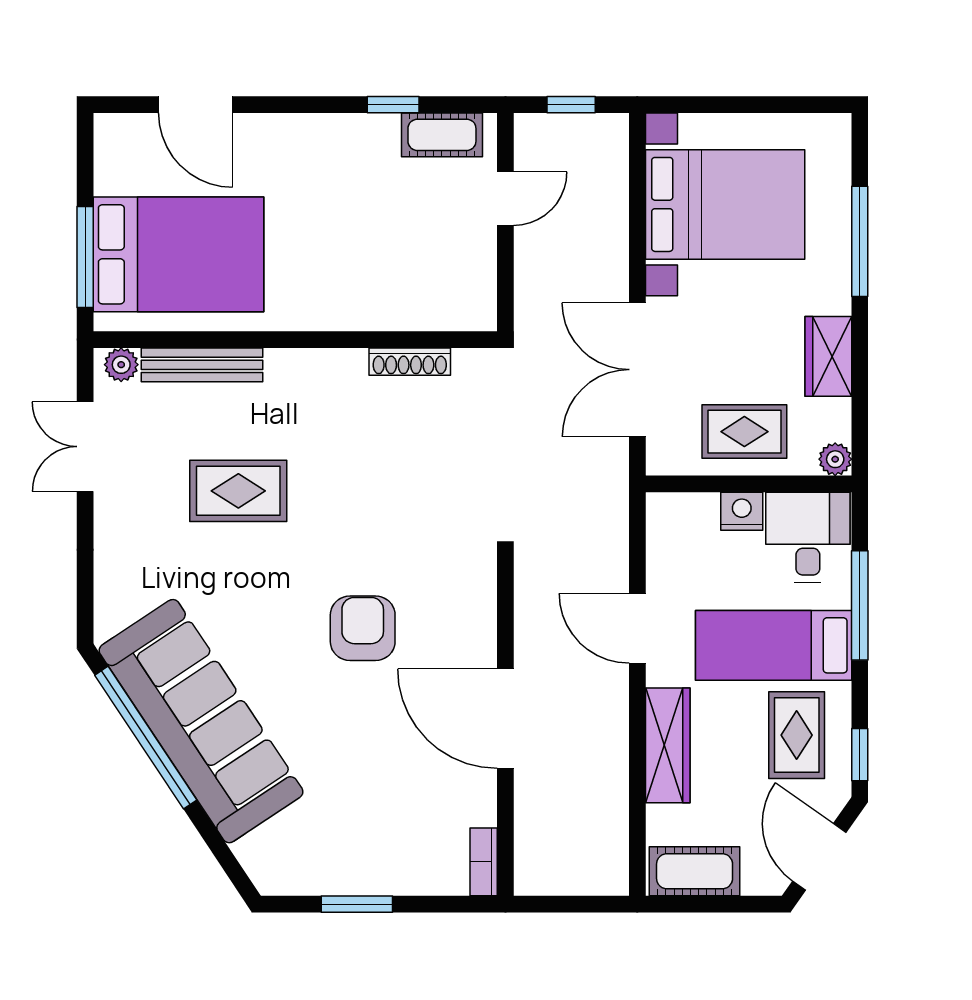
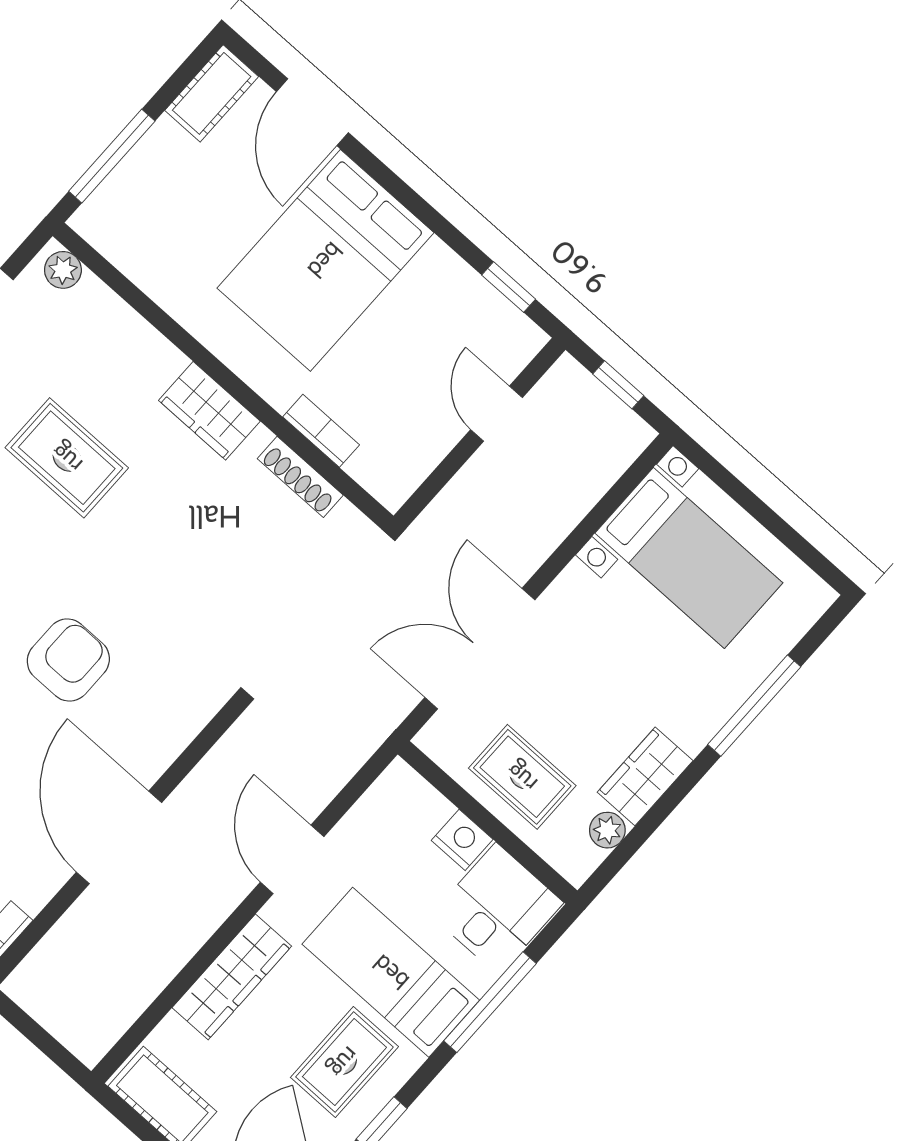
window: (393, 105) -> (509, 287), moved
cot: (442, 135) -> (212, 93), moved, turned 90
door: (505, 199) -> (497, 414), swing flipped
bed with nightstands: (725, 204) -> (689, 558), width x0.73
bed: (179, 254) -> (325, 260), moved, turned 90
bookcase: (396, 317) -> (321, 431), added
bench: (202, 365) -> (129, 329), removed
wardrobe: (307, 372) -> (209, 411), added
plant: (835, 459) -> (607, 830), moved

